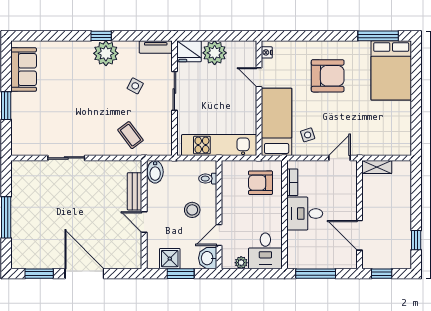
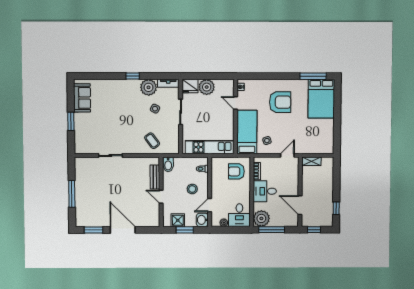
plant: (106, 53) -> (149, 87), moved
plant: (300, 256) -> (261, 218), added

